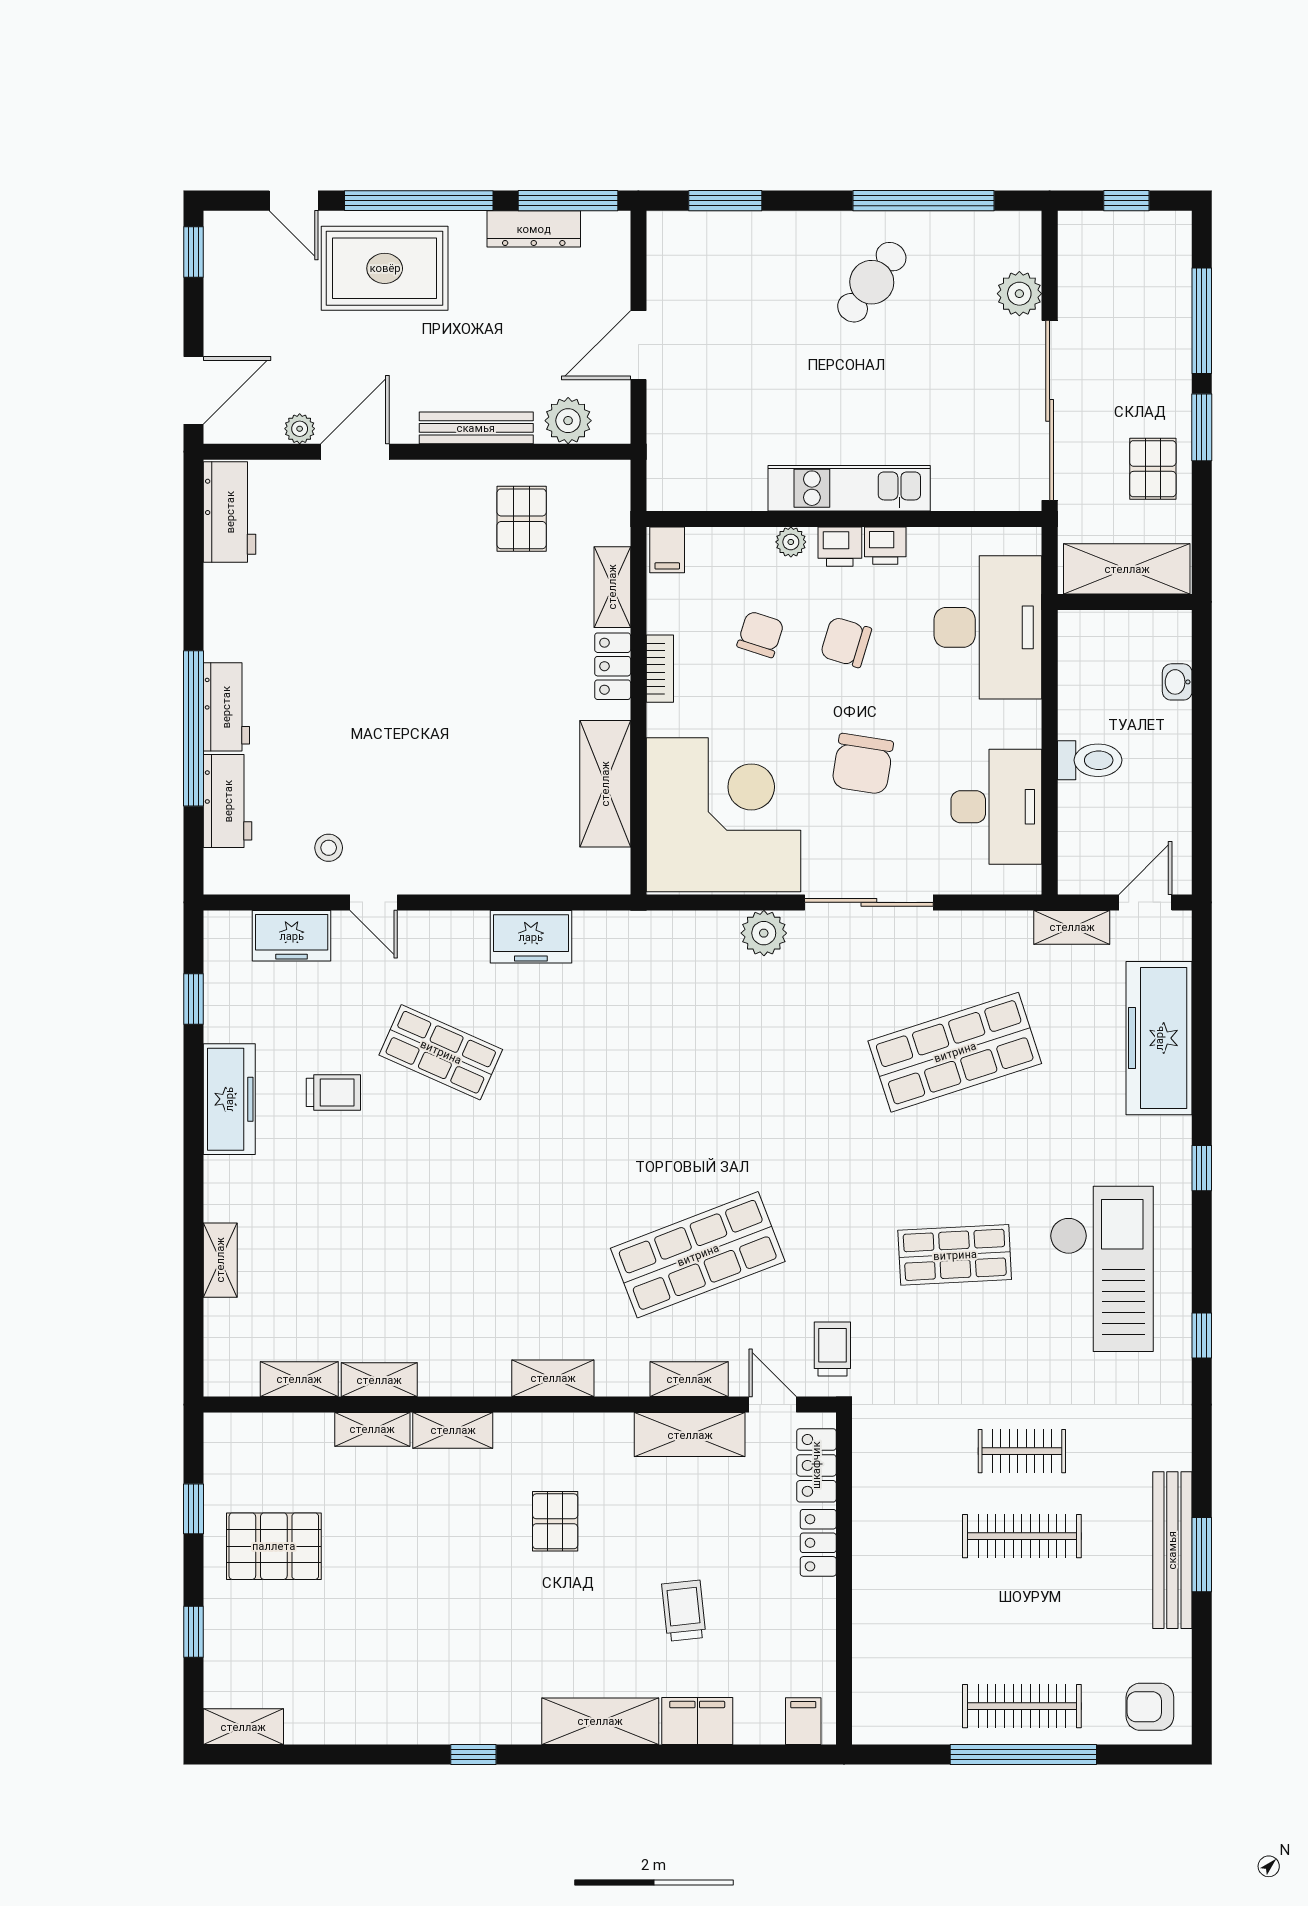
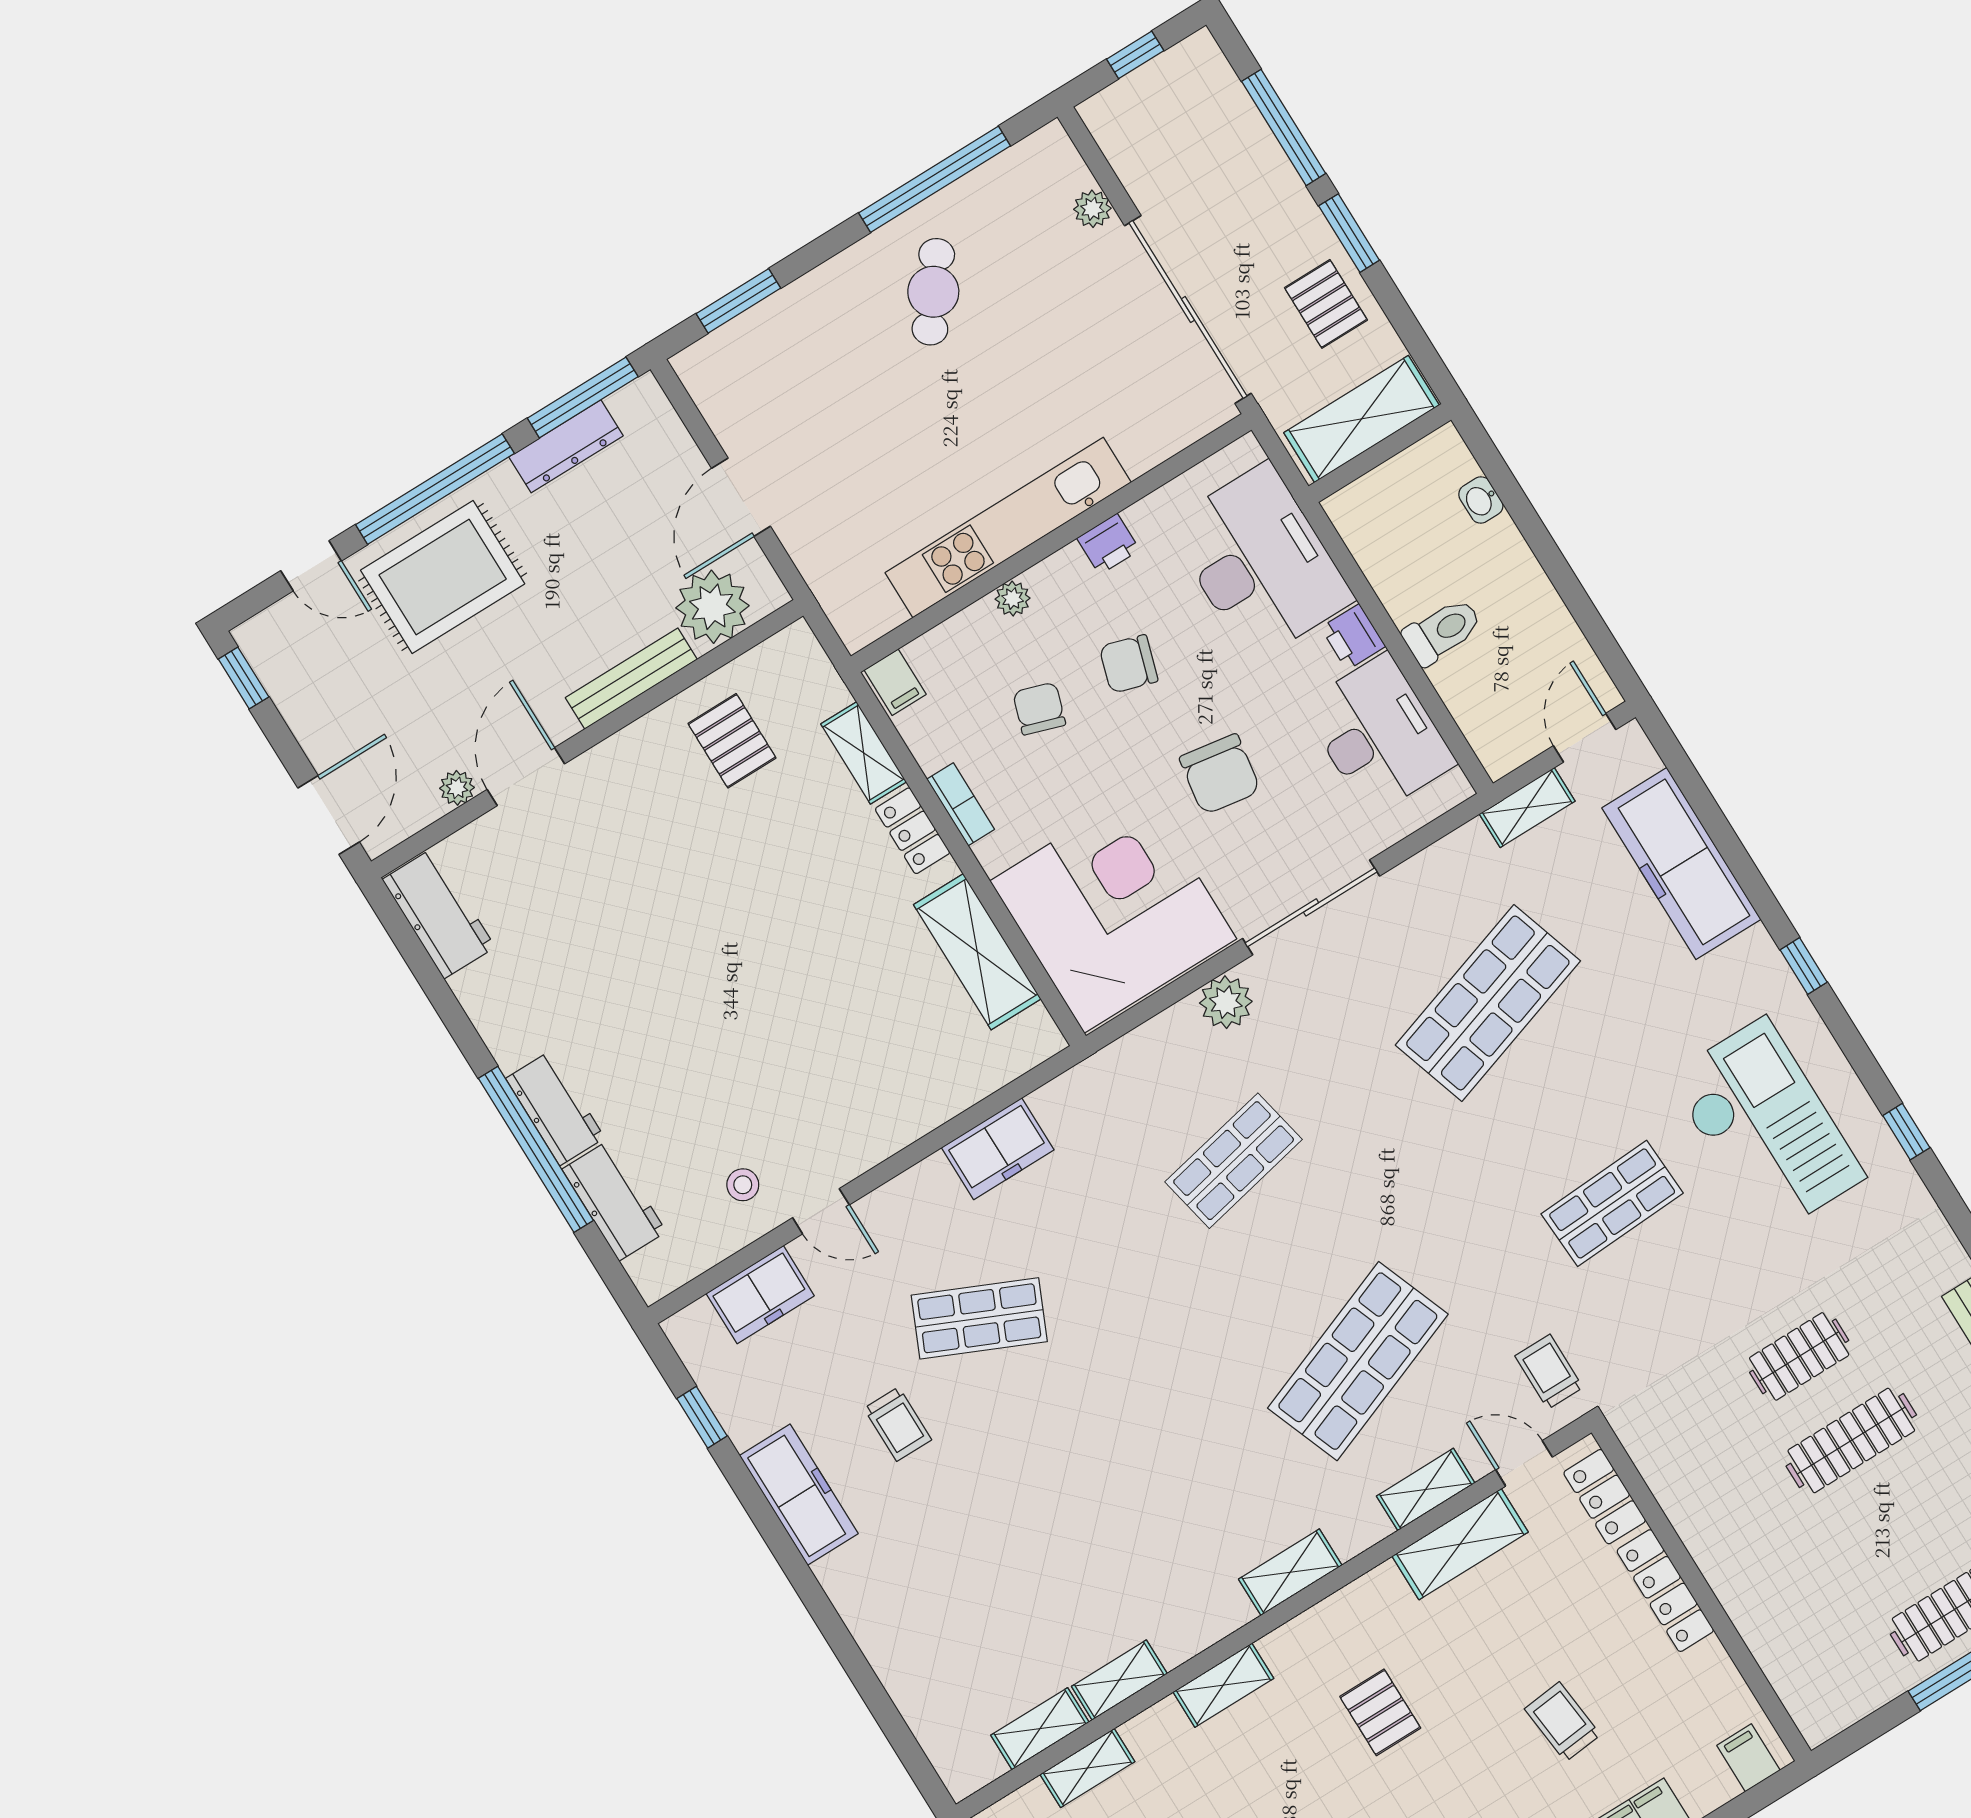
plant: (1019, 294) -> (1092, 209), width x0.73, depth x0.73
plant: (568, 421) -> (712, 607), width x1.36, depth x1.36
kitchen unit: (849, 488) -> (1008, 528), width x1.36
printer: (840, 547) -> (1353, 637), moved, turned 90
shop shelf: (698, 1052) -> (1234, 1161), added
trolley: (333, 1092) -> (898, 1424), turned 90
shelving: (220, 1260) -> (889, 1659), removed
shelving: (372, 1429) -> (1087, 1768), moved
locker: (818, 1543) -> (1665, 1591), width x1.53

